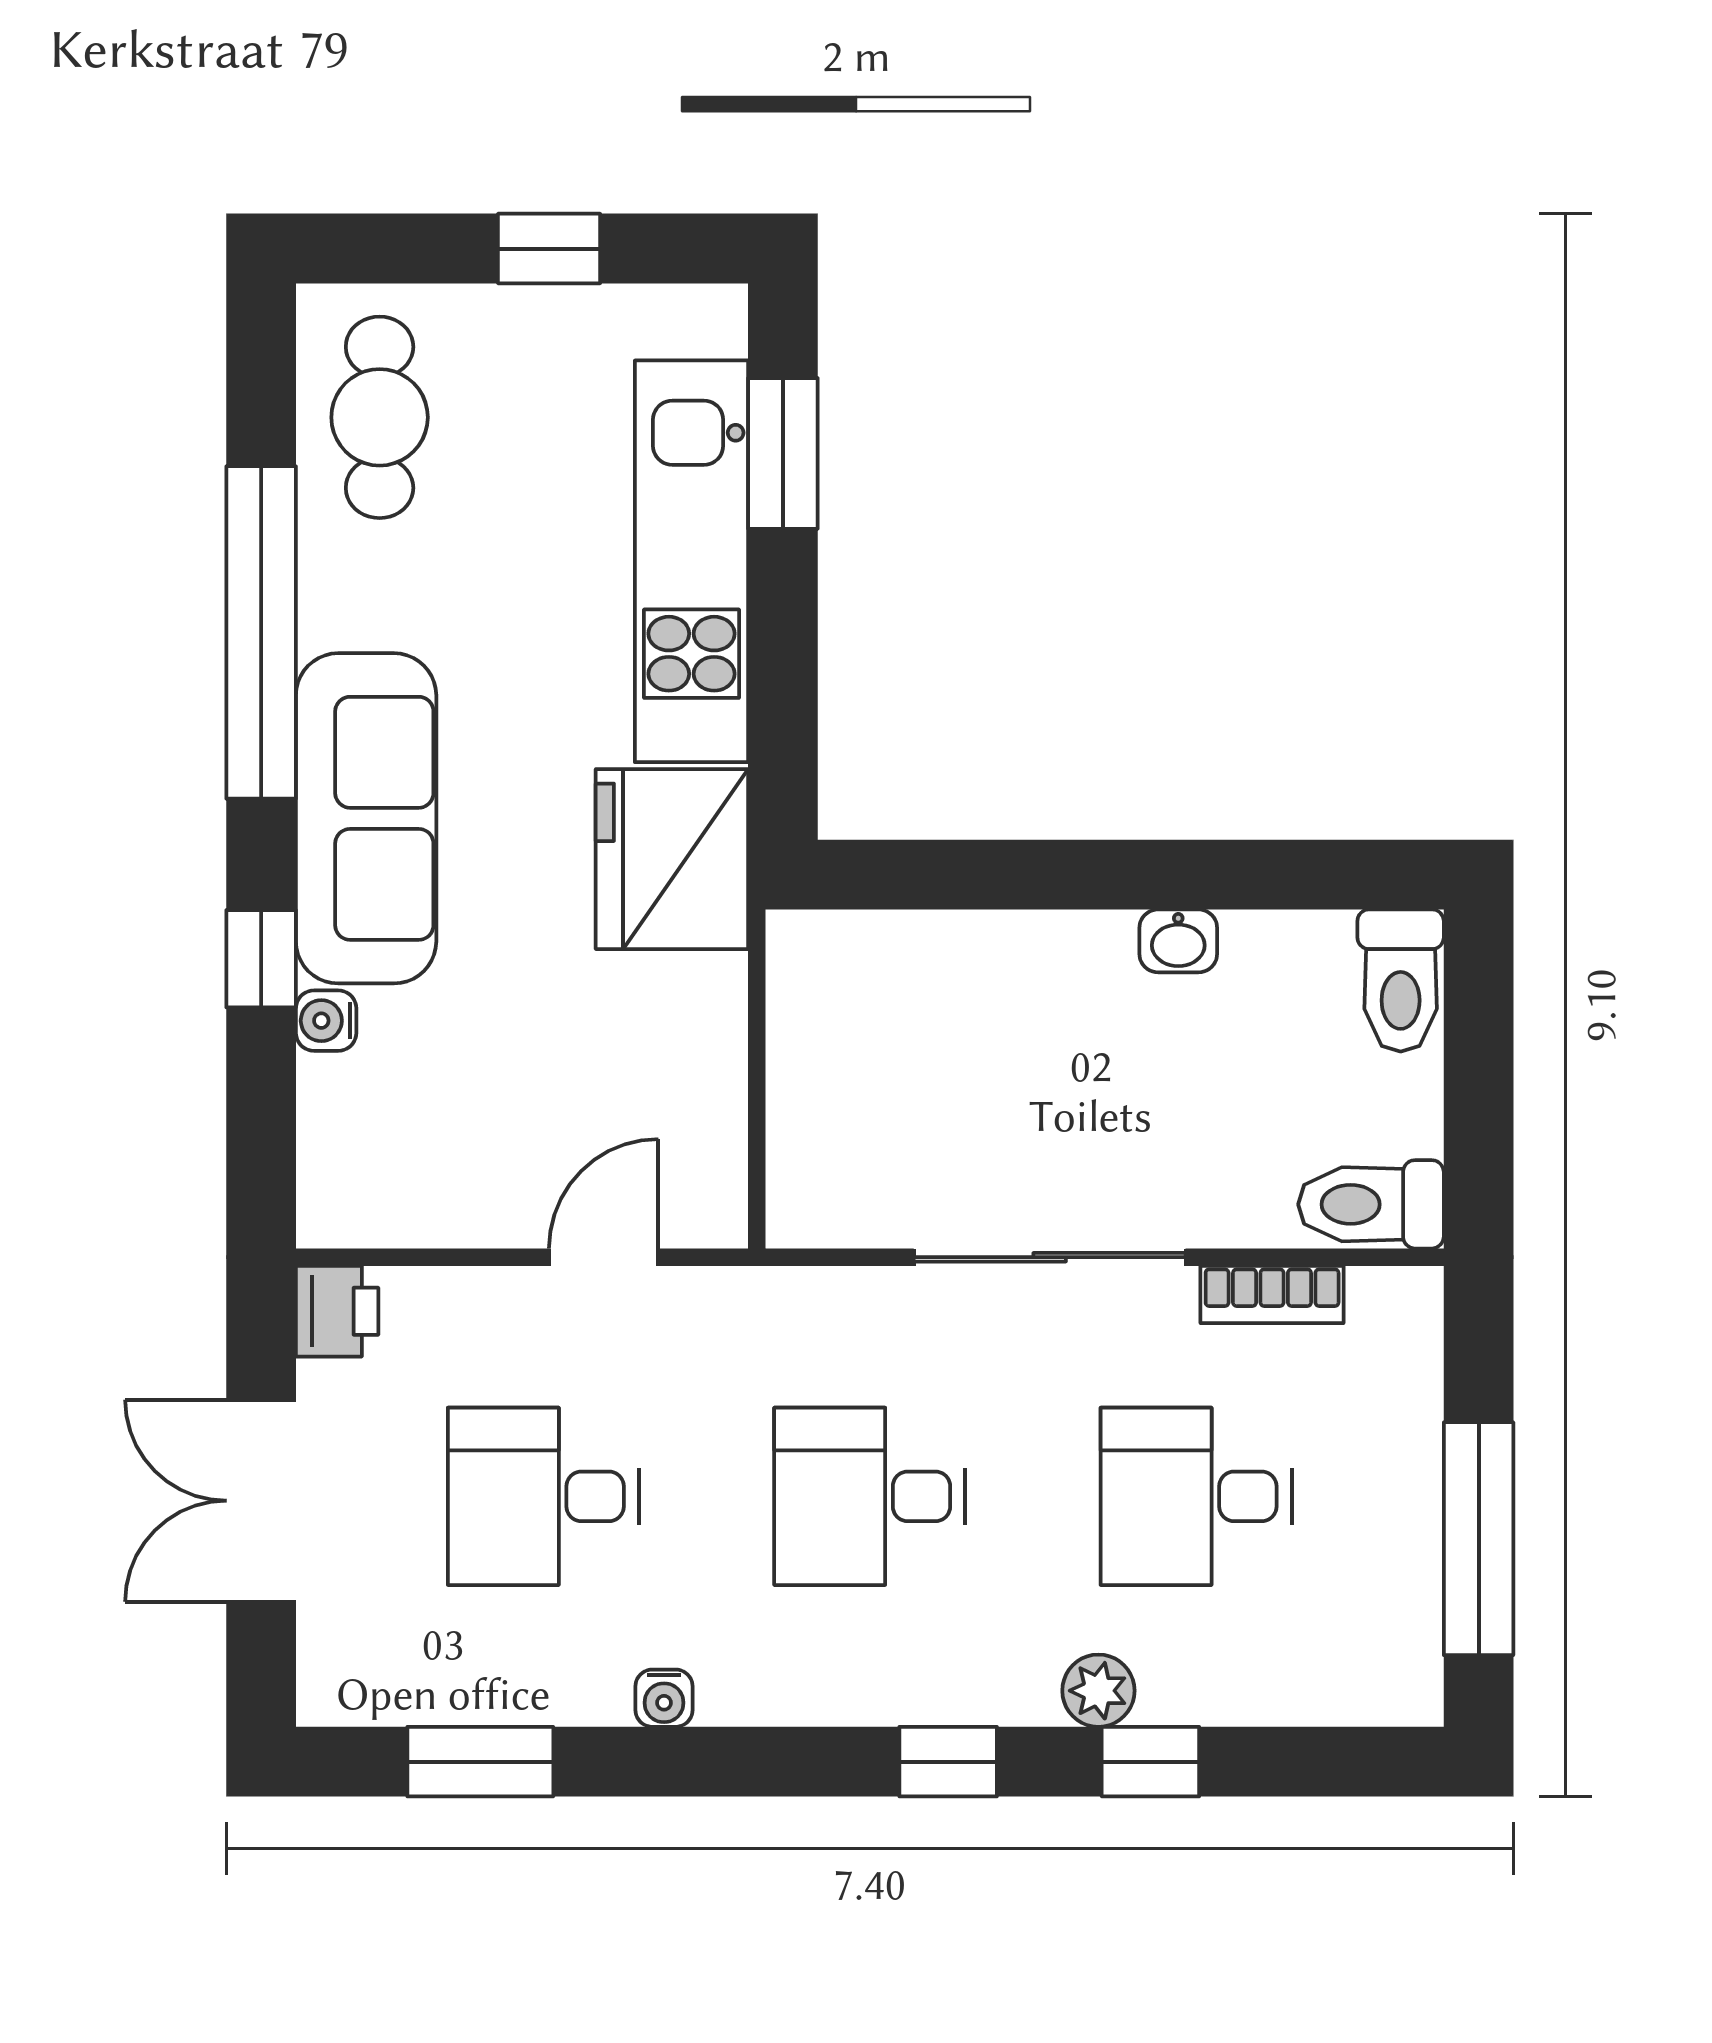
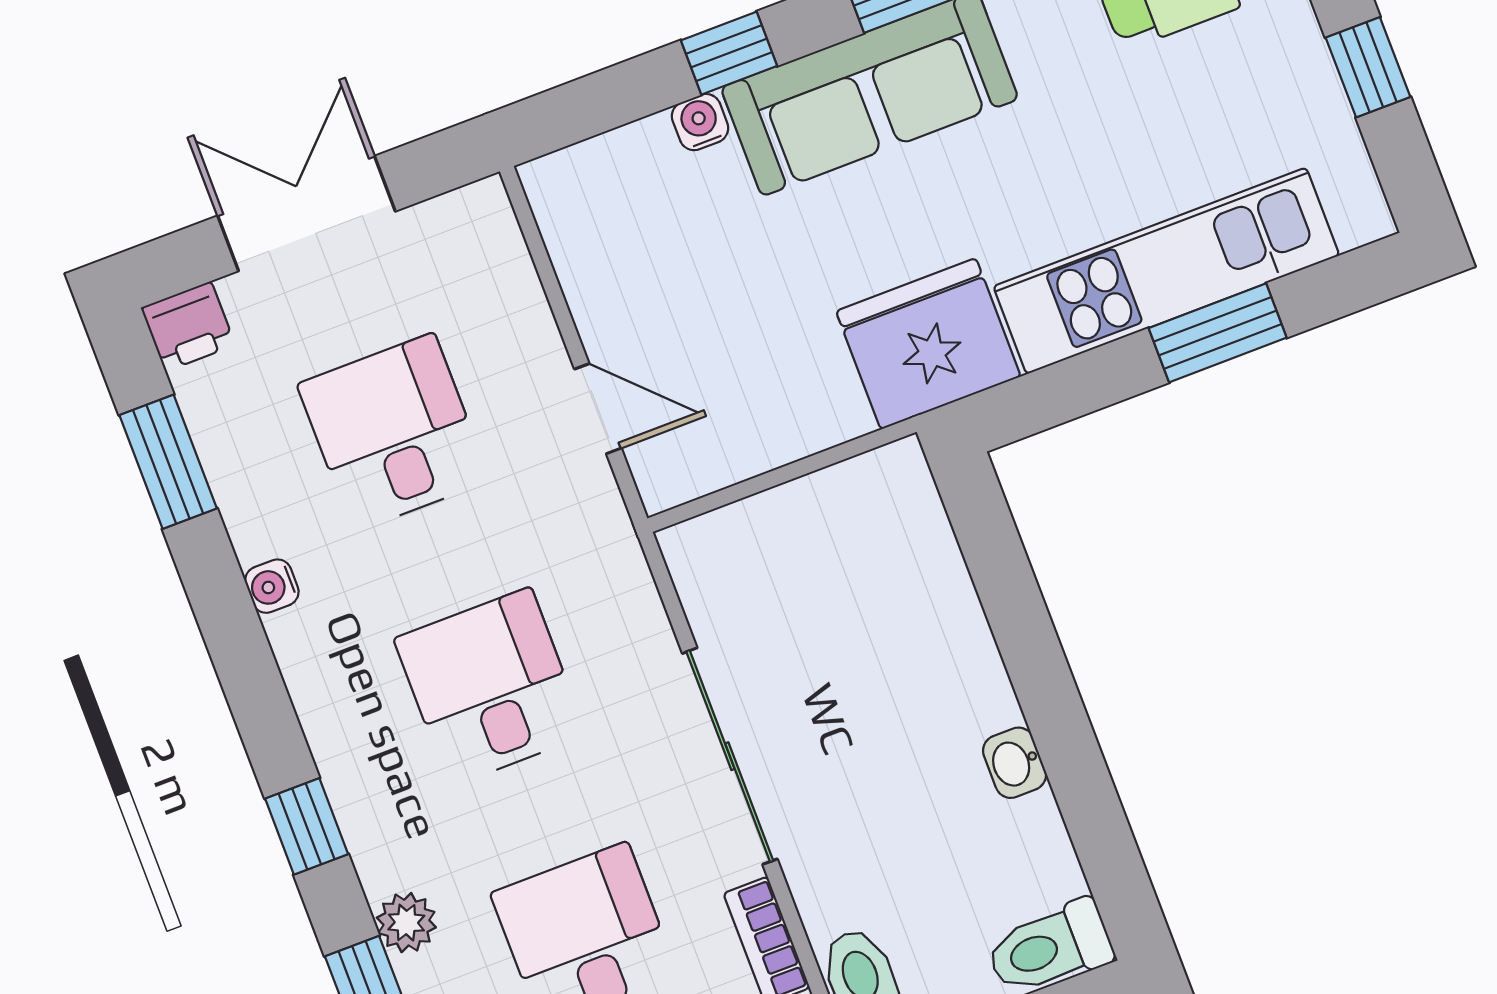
window: (783, 453) -> (1218, 333), moved
printer: (337, 1311) -> (188, 326), moved

